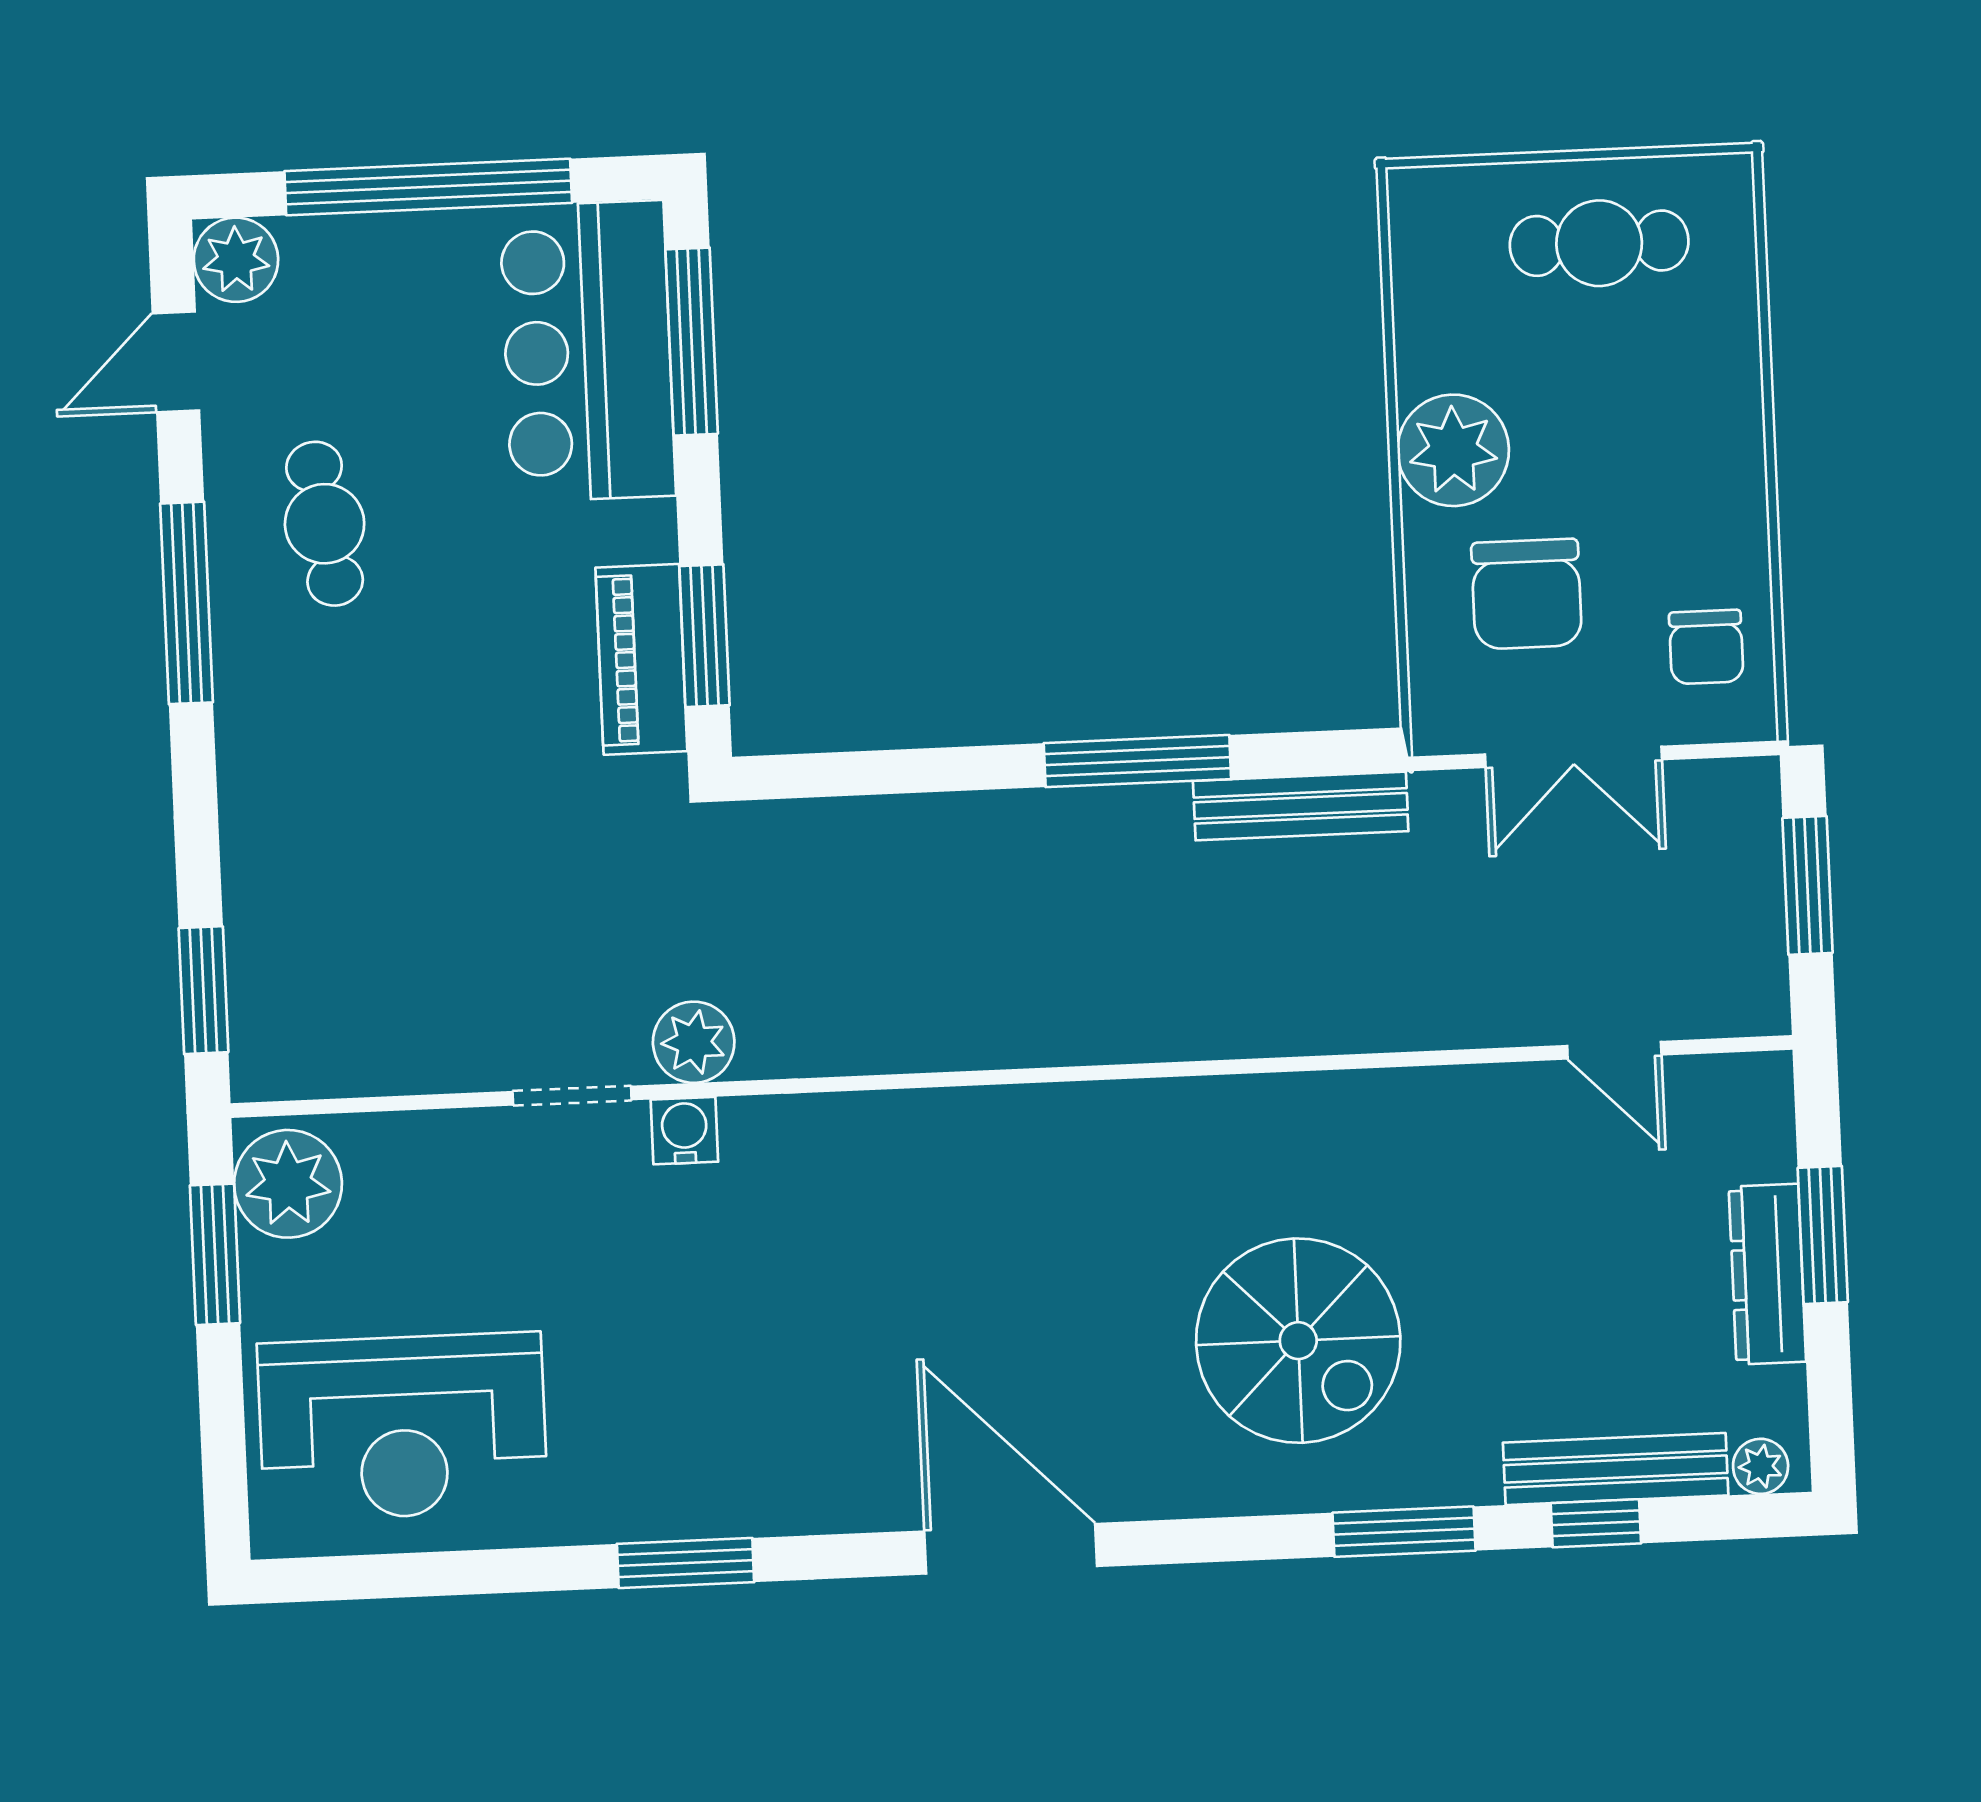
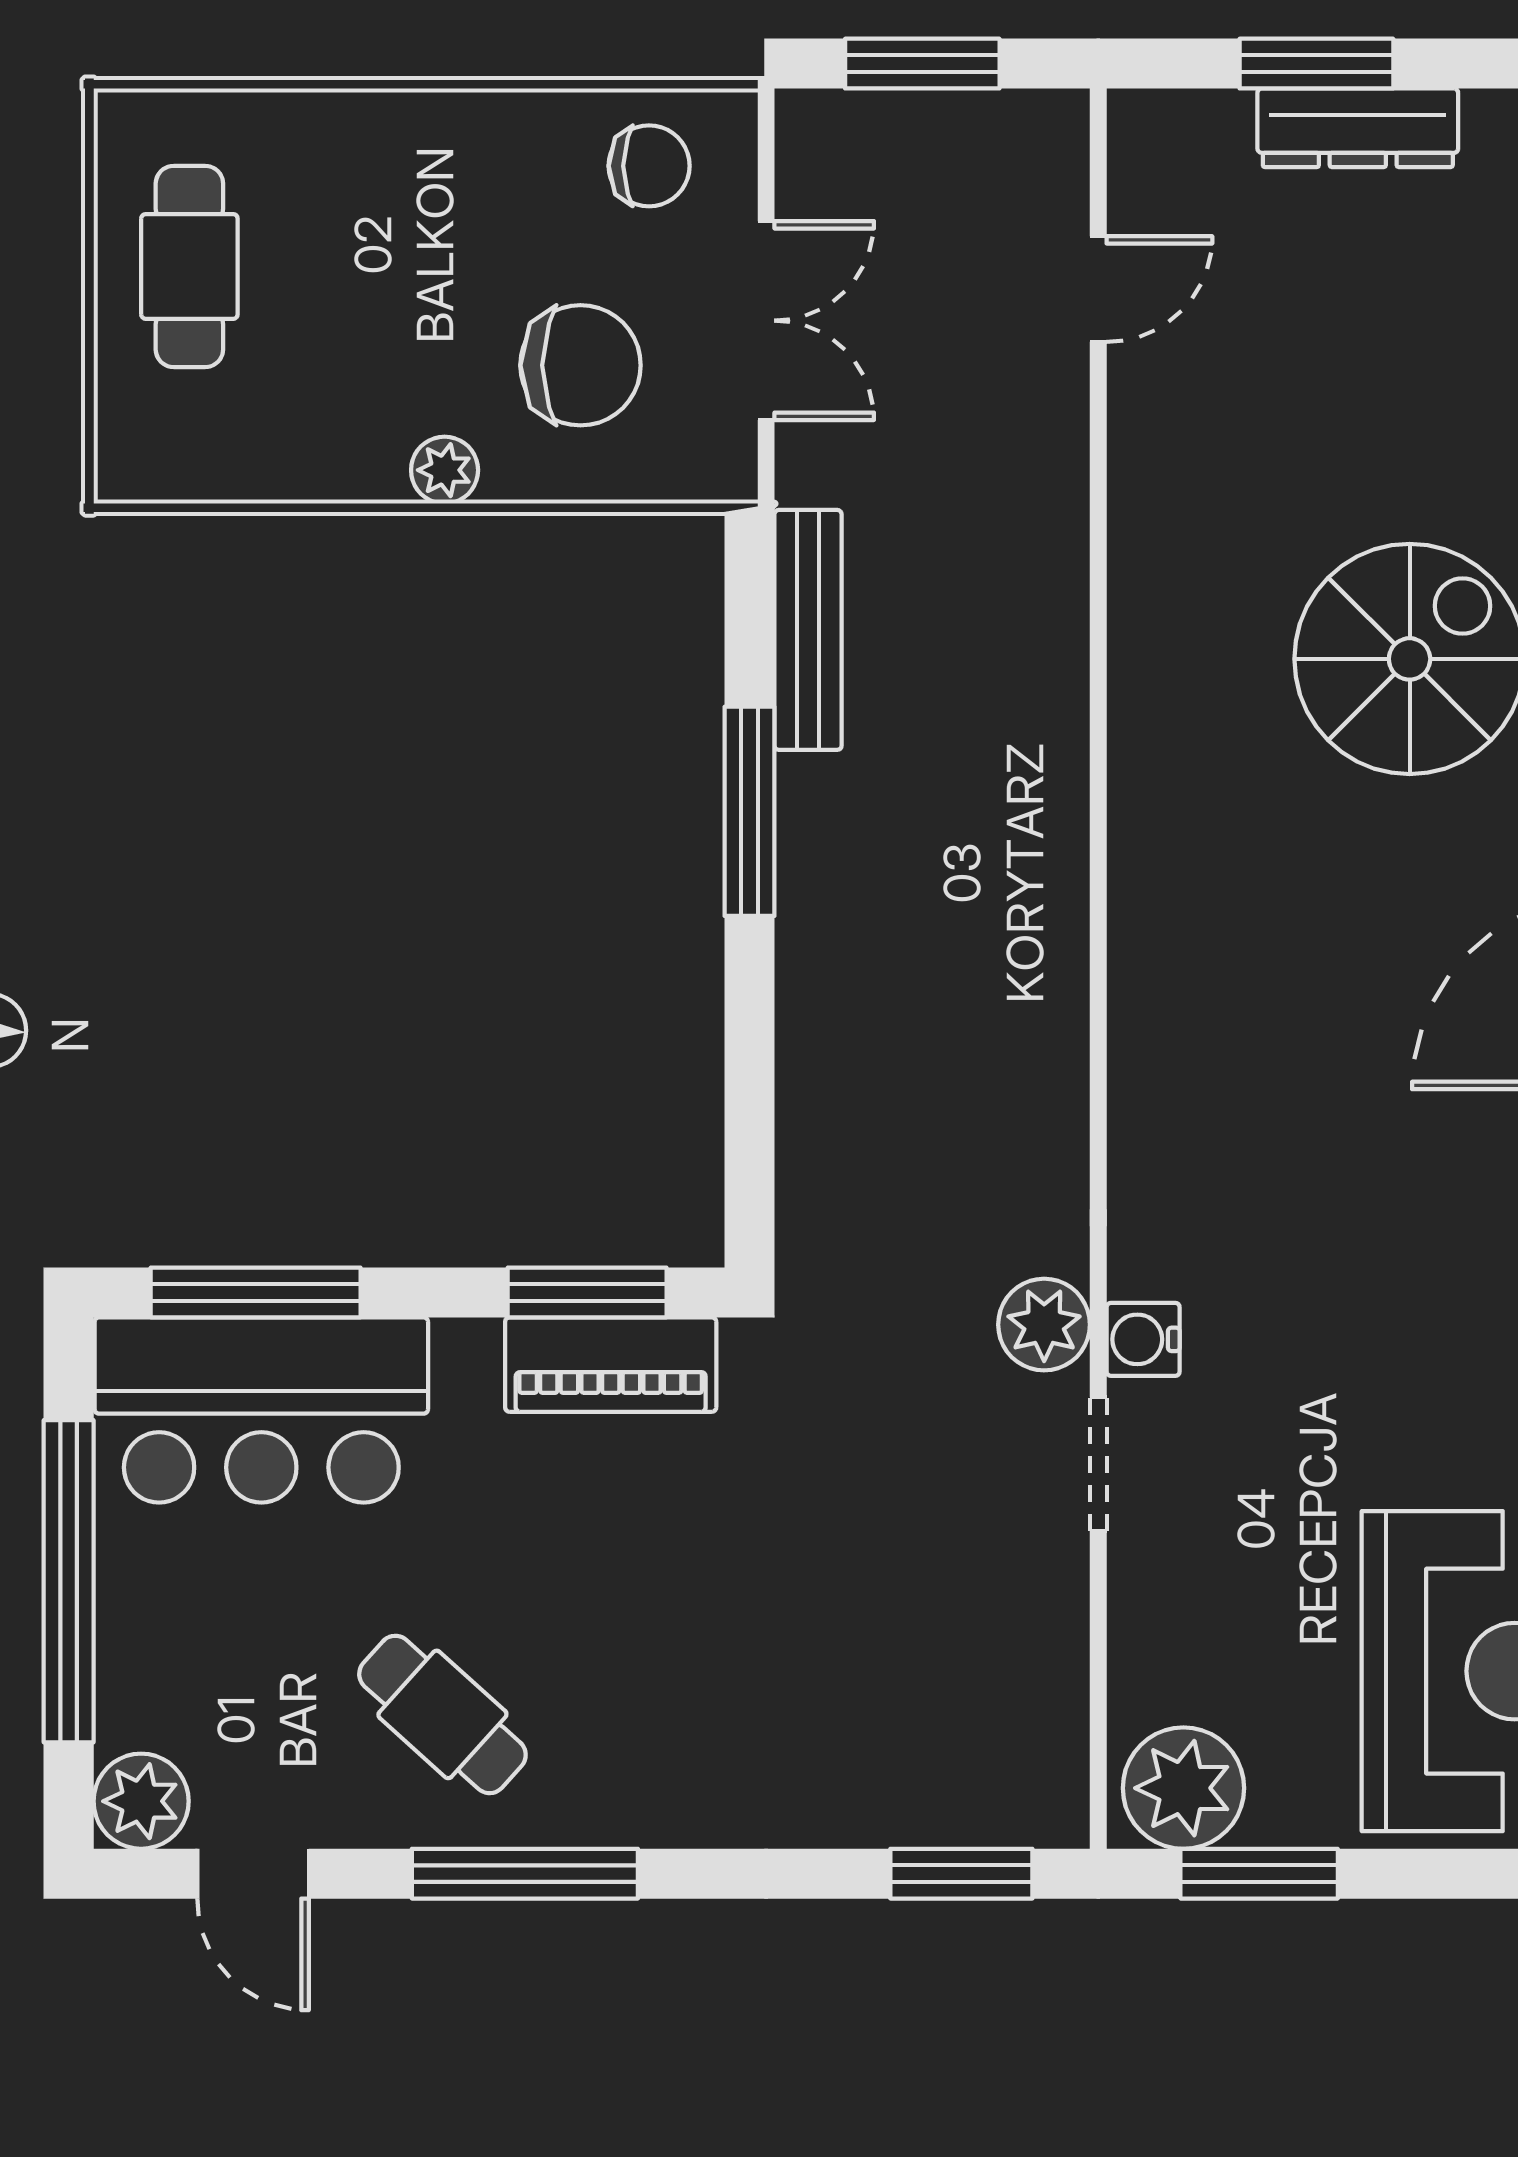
plant: (1453, 450) -> (445, 470), width x0.53, depth x0.53
cafe table: (325, 524) -> (442, 1714), turned 50

